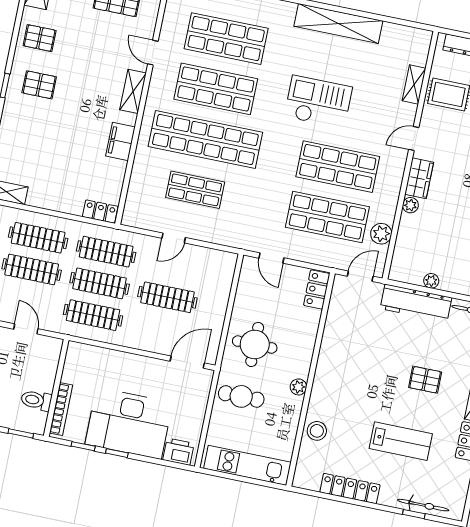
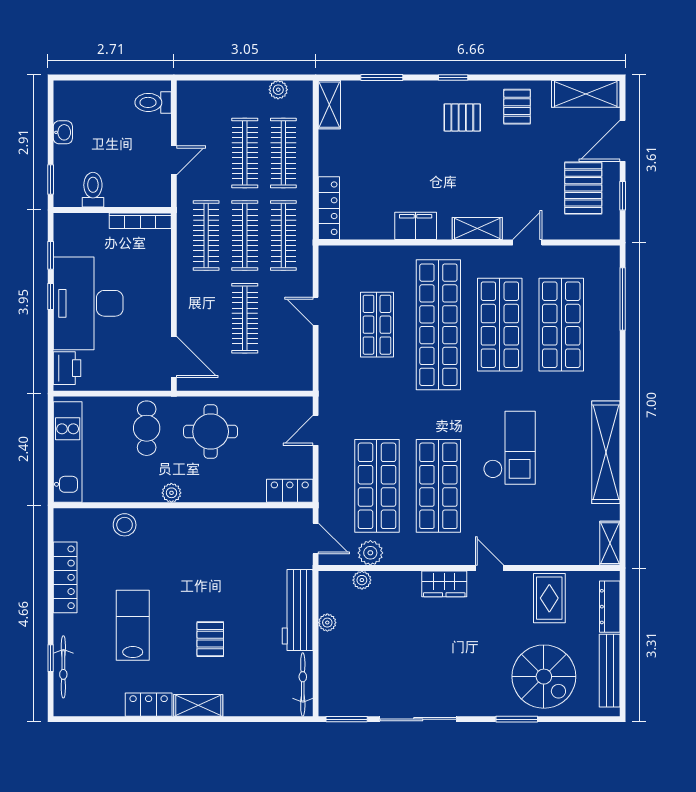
pallet: (39, 85) -> (462, 117), turned 90
shelving: (414, 85) -> (610, 543), moved, turned 90
plant: (410, 205) -> (362, 580), moved
locker: (100, 212) -> (329, 208), width x1.53
bookcase: (61, 409) -> (140, 221), moved
lab bench: (401, 441) -> (133, 625), turned 180

